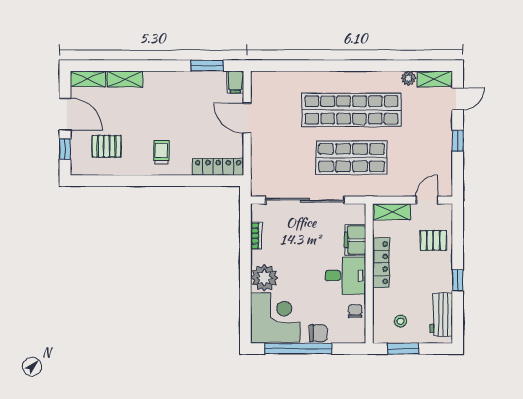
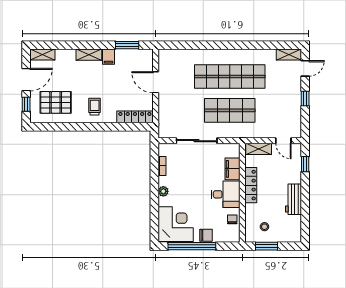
plant: (408, 78) -> (270, 54), removed
shelving: (125, 79) -> (89, 55), moved
filing cabinet: (235, 82) -> (108, 57), moved
door: (65, 114) -> (26, 80), hinge flipped
pallet: (107, 146) -> (56, 102), width x1.50, depth x1.42
sliding door: (305, 200) -> (197, 141), width x0.73
door: (427, 200) -> (283, 141), swing flipped
pallet: (433, 240) -> (288, 169), removed
plant: (264, 278) -> (163, 191), width x0.53, depth x0.53
window: (458, 280) -> (305, 164), moved
workbench: (441, 315) -> (294, 199), moved

